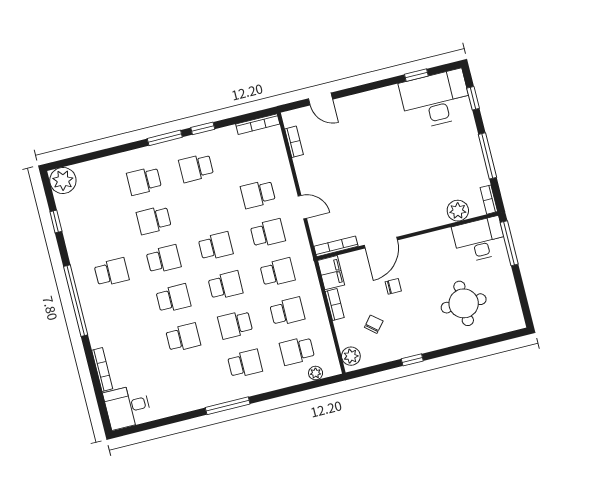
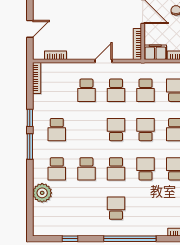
plant: (63, 180) -> (42, 193), moved
school desk: (268, 233) -> (116, 90), turned 180
school desk: (164, 259) -> (116, 169), turned 180
school desk: (277, 272) -> (146, 90), turned 180

